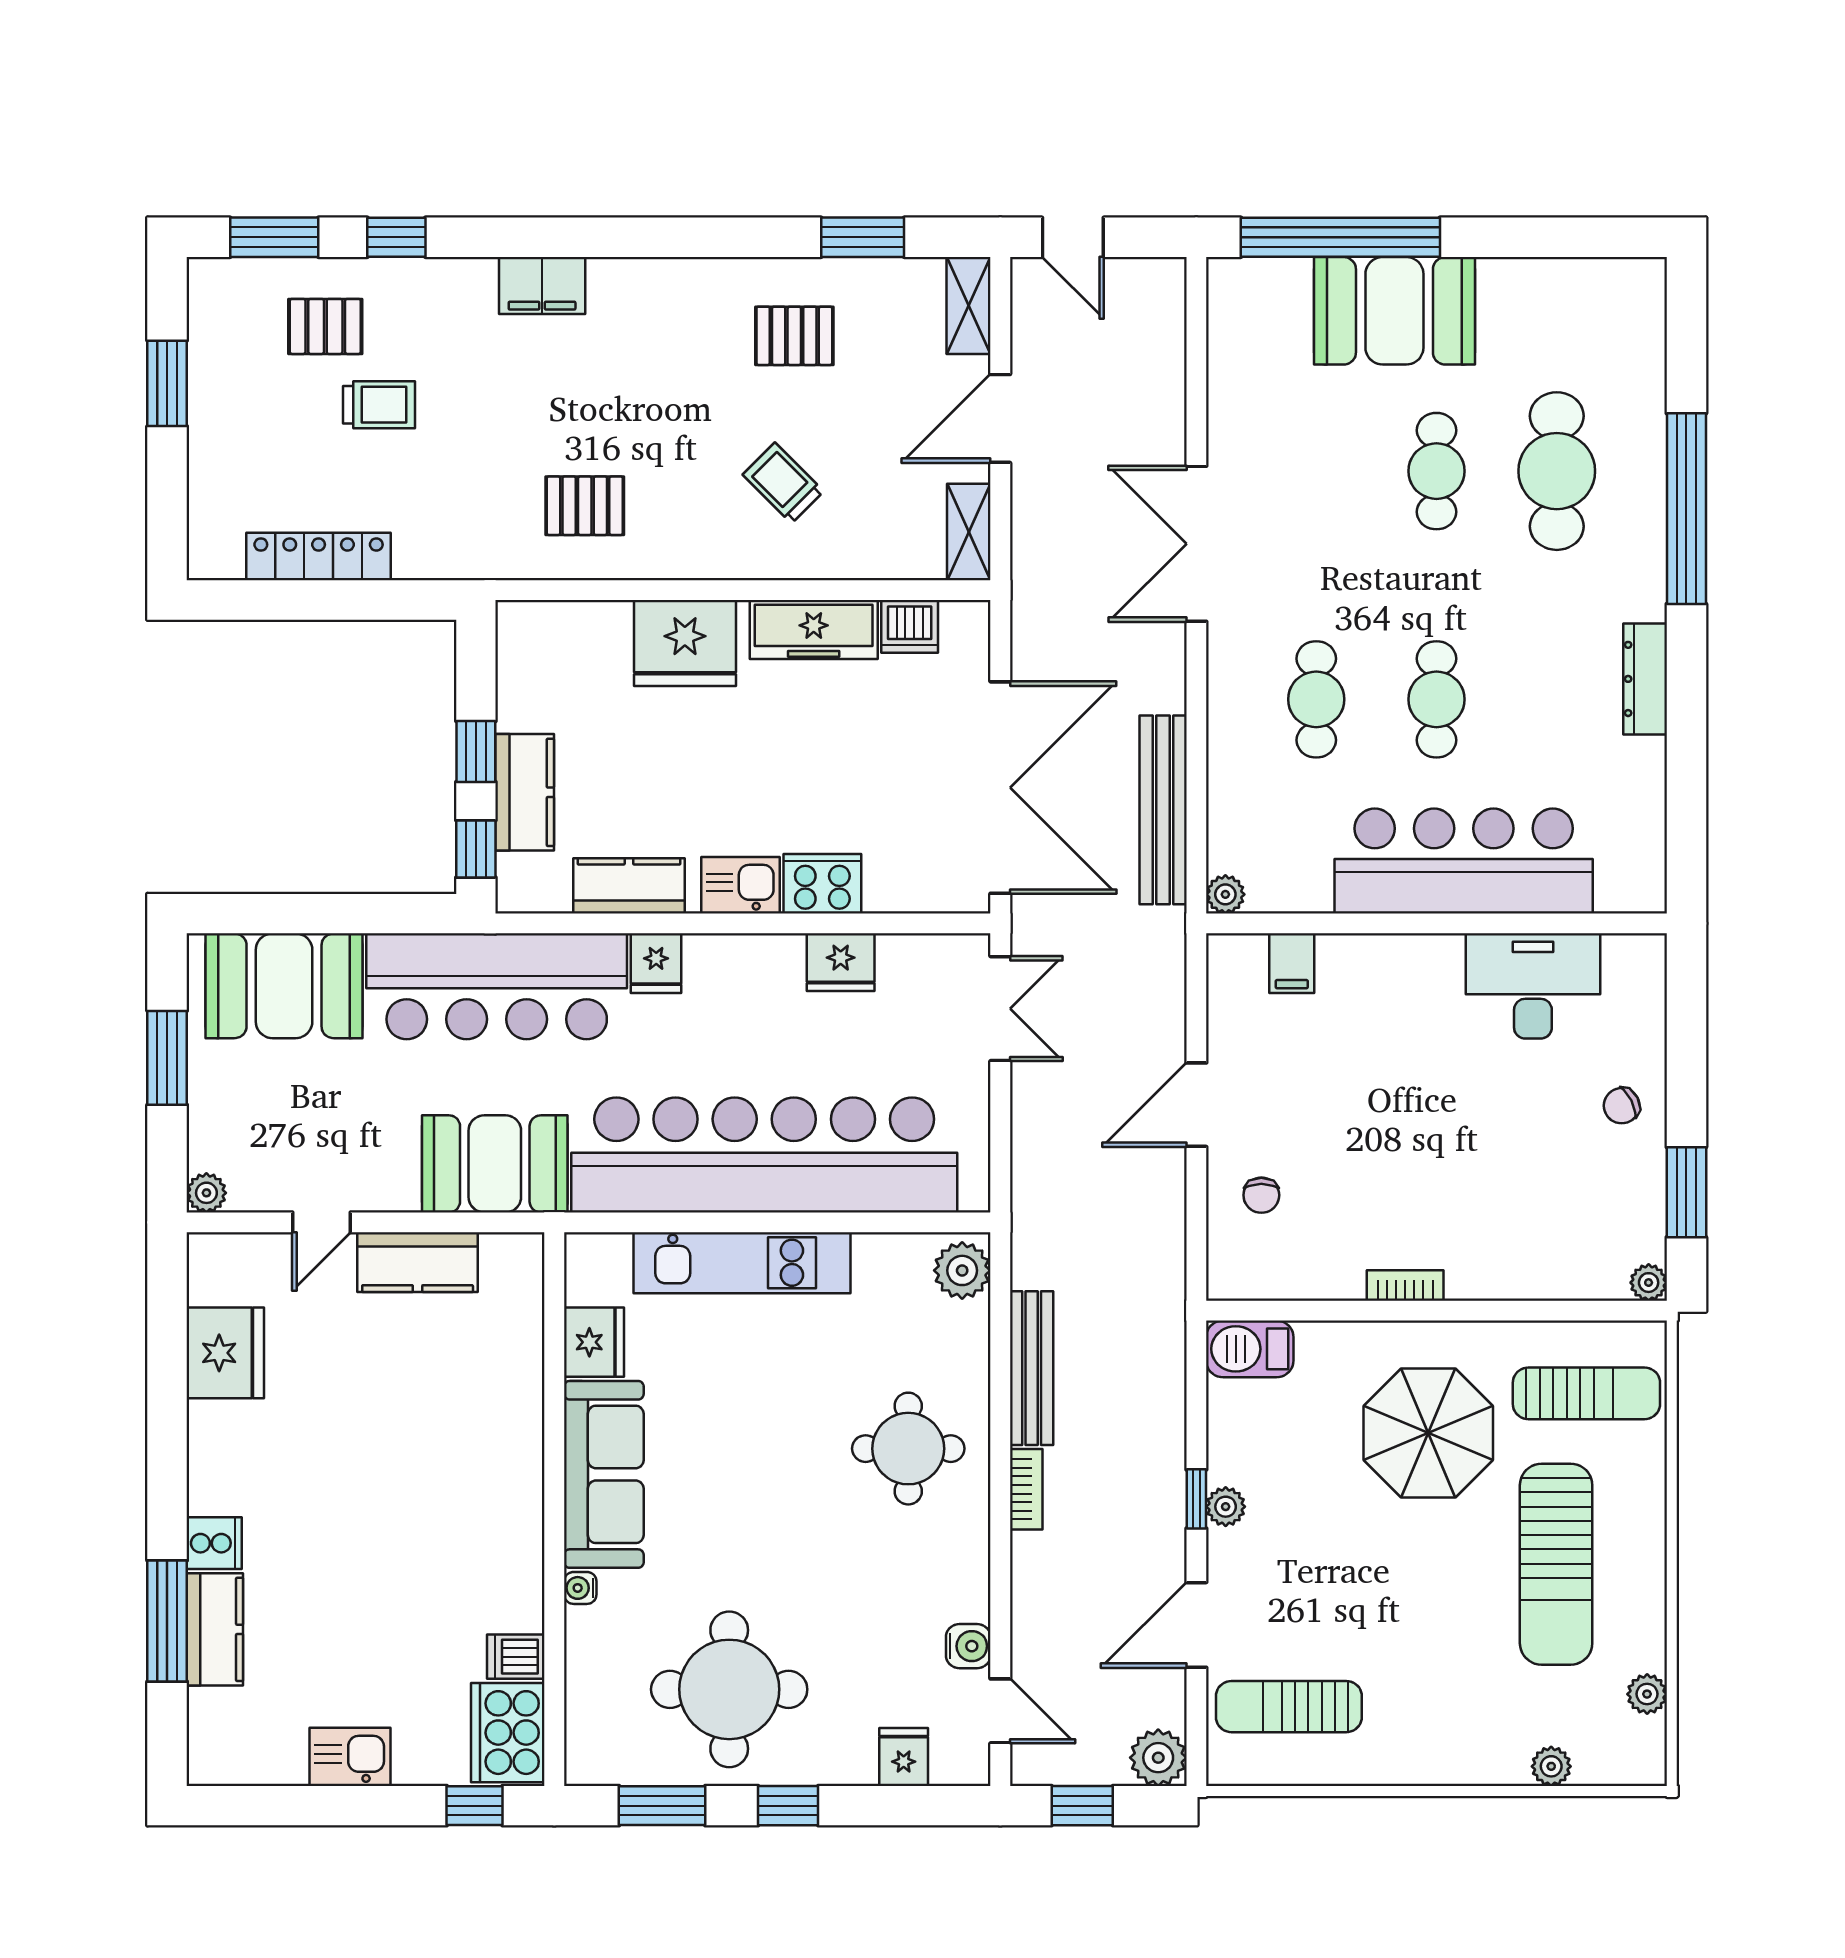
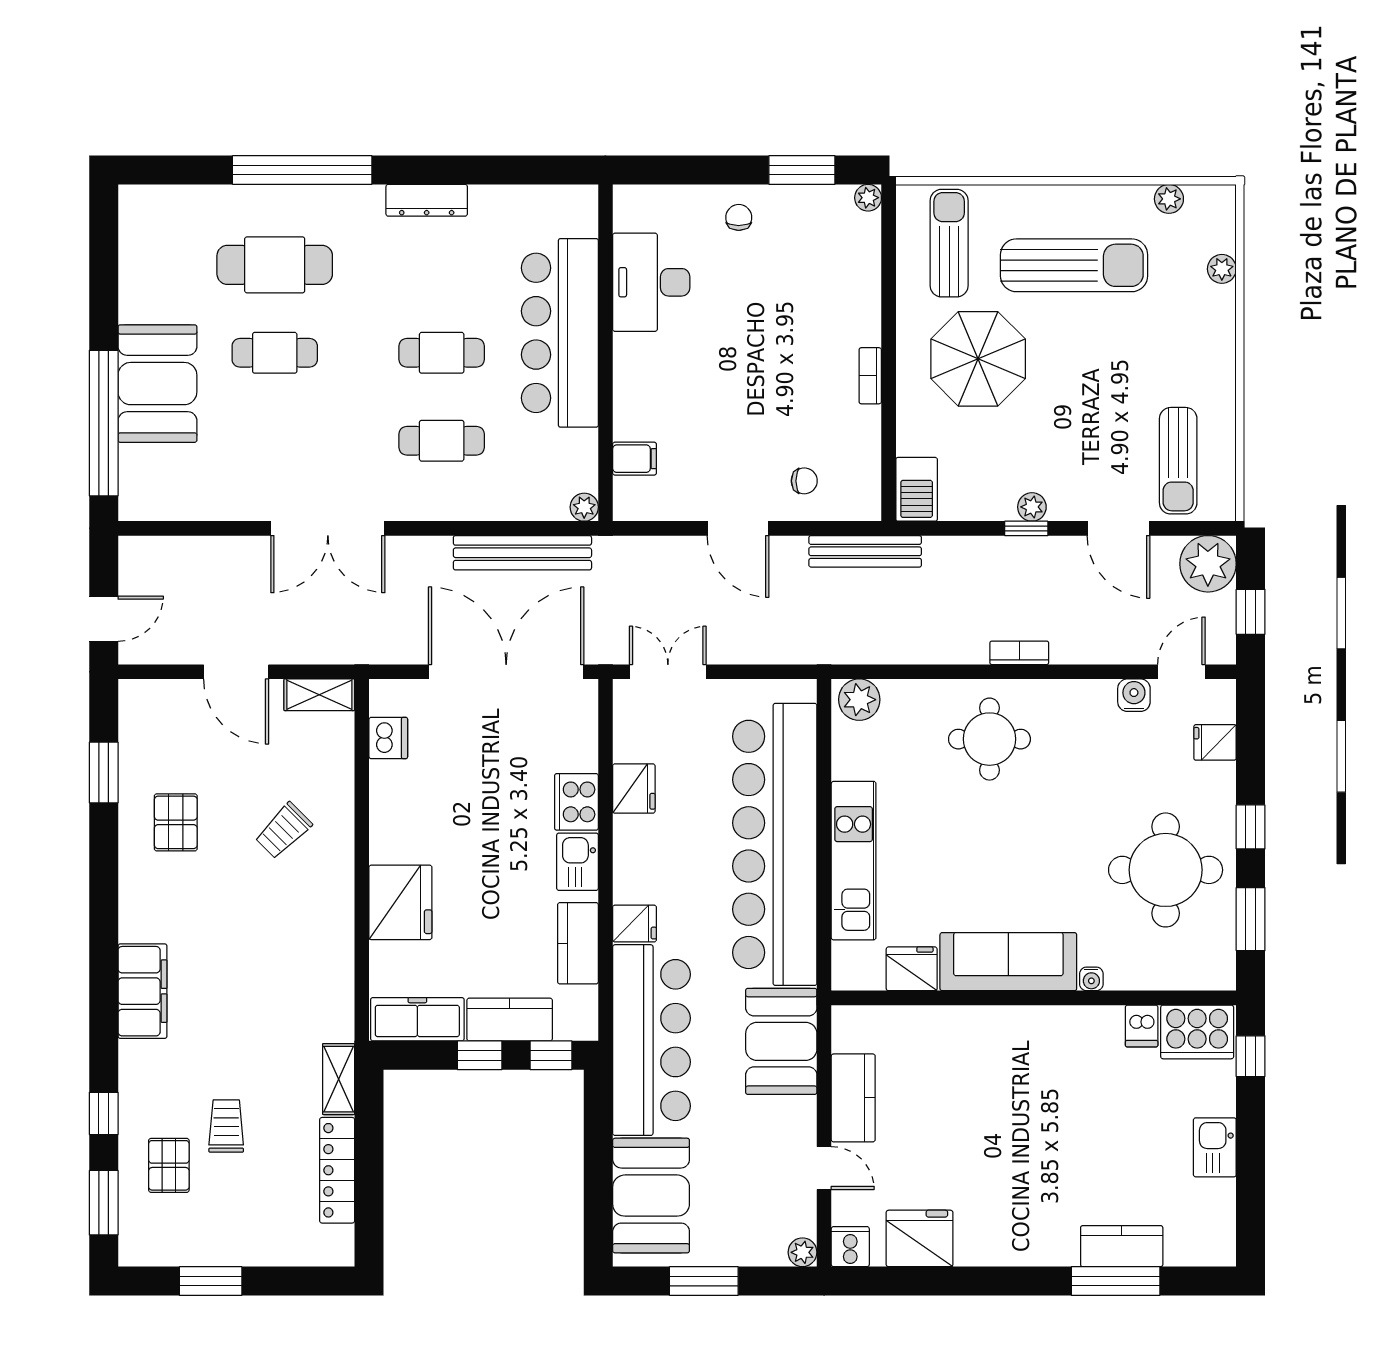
filing cabinet: (542, 286) -> (143, 991), width x1.50, depth x1.17
shelving: (969, 305) -> (339, 1079), moved, turned 90
pallet: (585, 506) -> (300, 976), removed
freezer: (814, 630) -> (417, 1019), moved, turned -90
chair: (1622, 1106) -> (739, 217), turned -153
bench: (1032, 1368) -> (865, 551), moved
cooker: (214, 1543) -> (850, 1247), moved
plant: (1158, 1758) -> (1208, 564), width x1.36, depth x1.36

